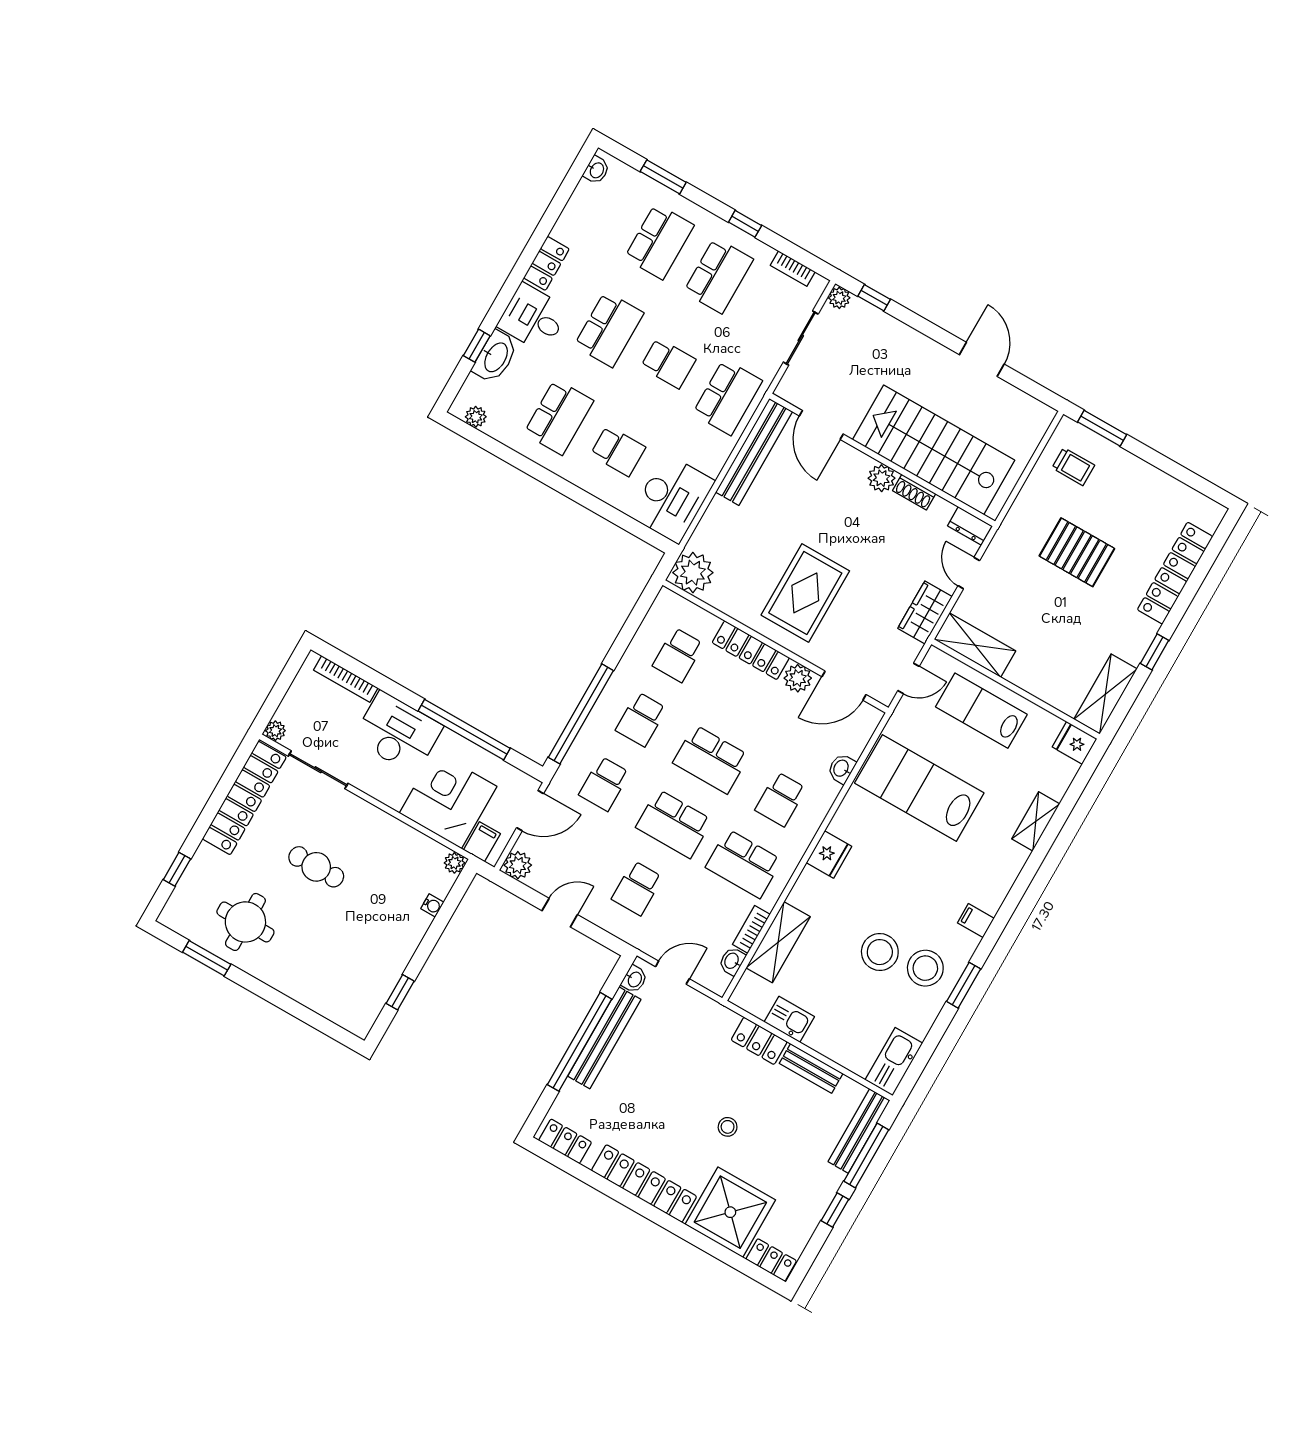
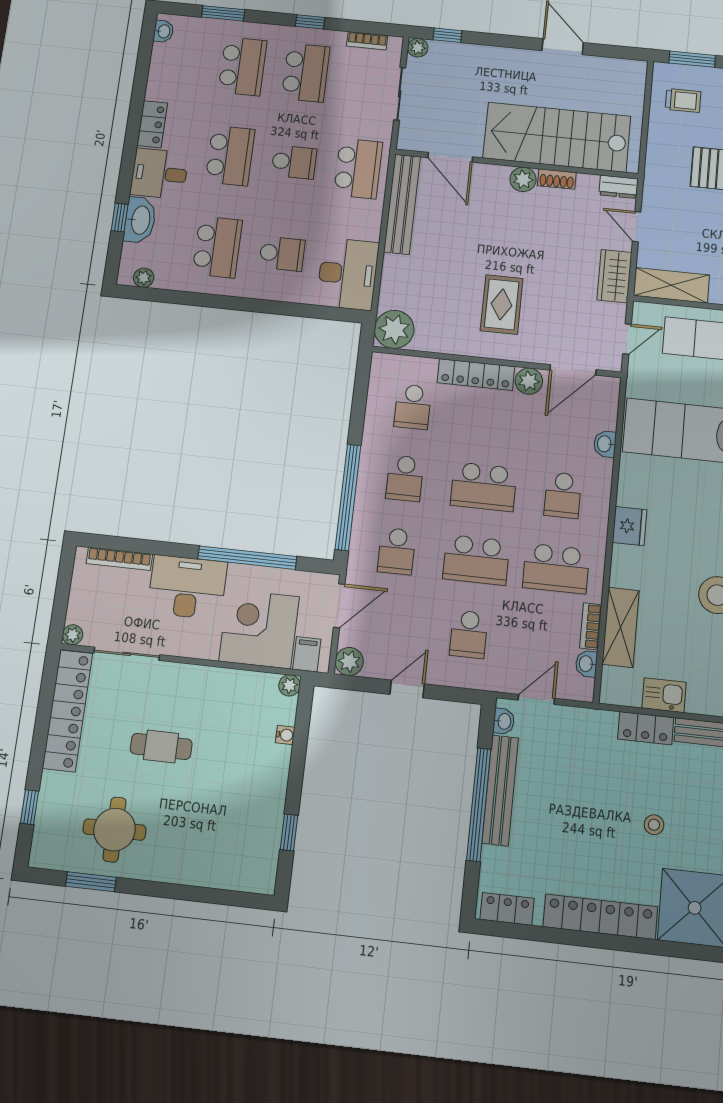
rug: (805, 593) -> (502, 304), width x0.73, depth x0.70

